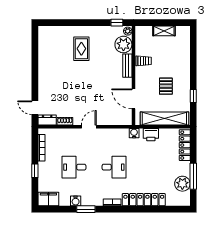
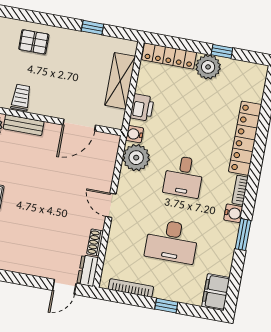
pallet: (166, 86) -> (34, 42), moved
shelving: (164, 118) -> (120, 81), width x0.68
plant: (120, 137) -> (136, 158), added
desk: (74, 167) -> (172, 241), width x1.37
desk: (114, 167) -> (184, 177), turned 180
window: (193, 176) -> (222, 51), width x0.46
plant: (182, 184) -> (208, 67), moved
water cooler: (76, 201) -> (233, 213), moved

